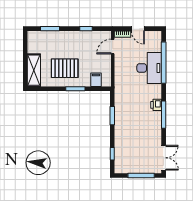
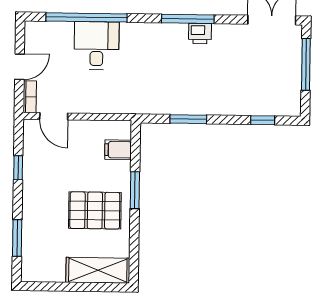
pallet: (65, 68) -> (95, 210), turned 90
desk: (149, 68) -> (97, 46), width x0.73
printer: (156, 105) -> (200, 33), moved

